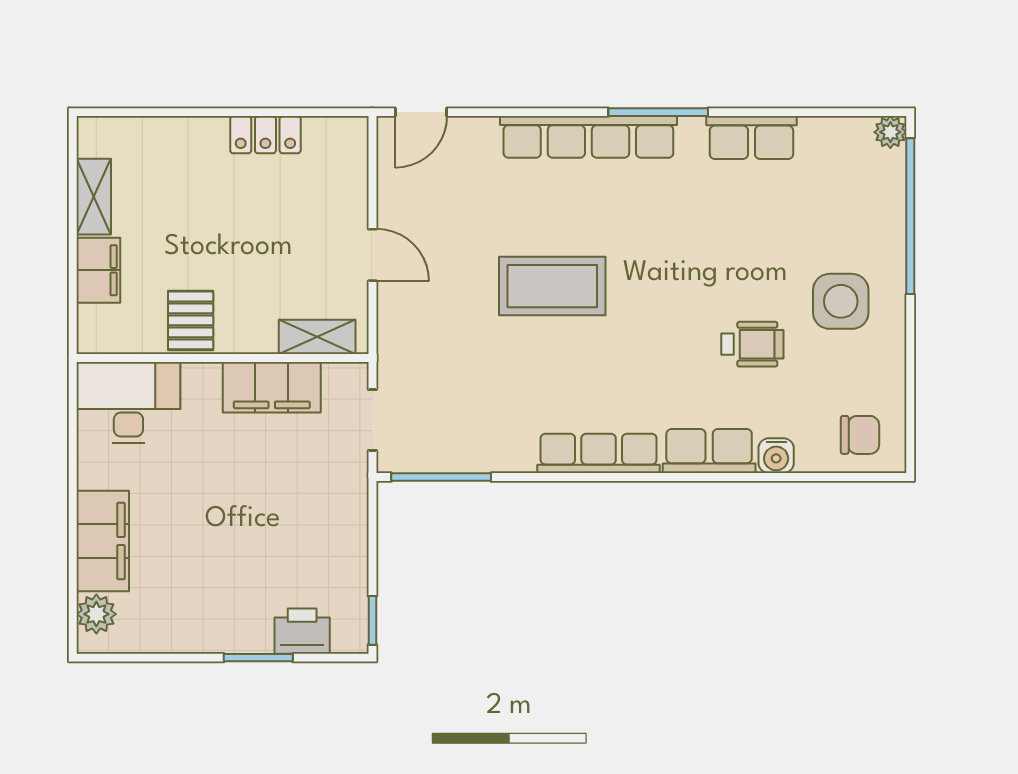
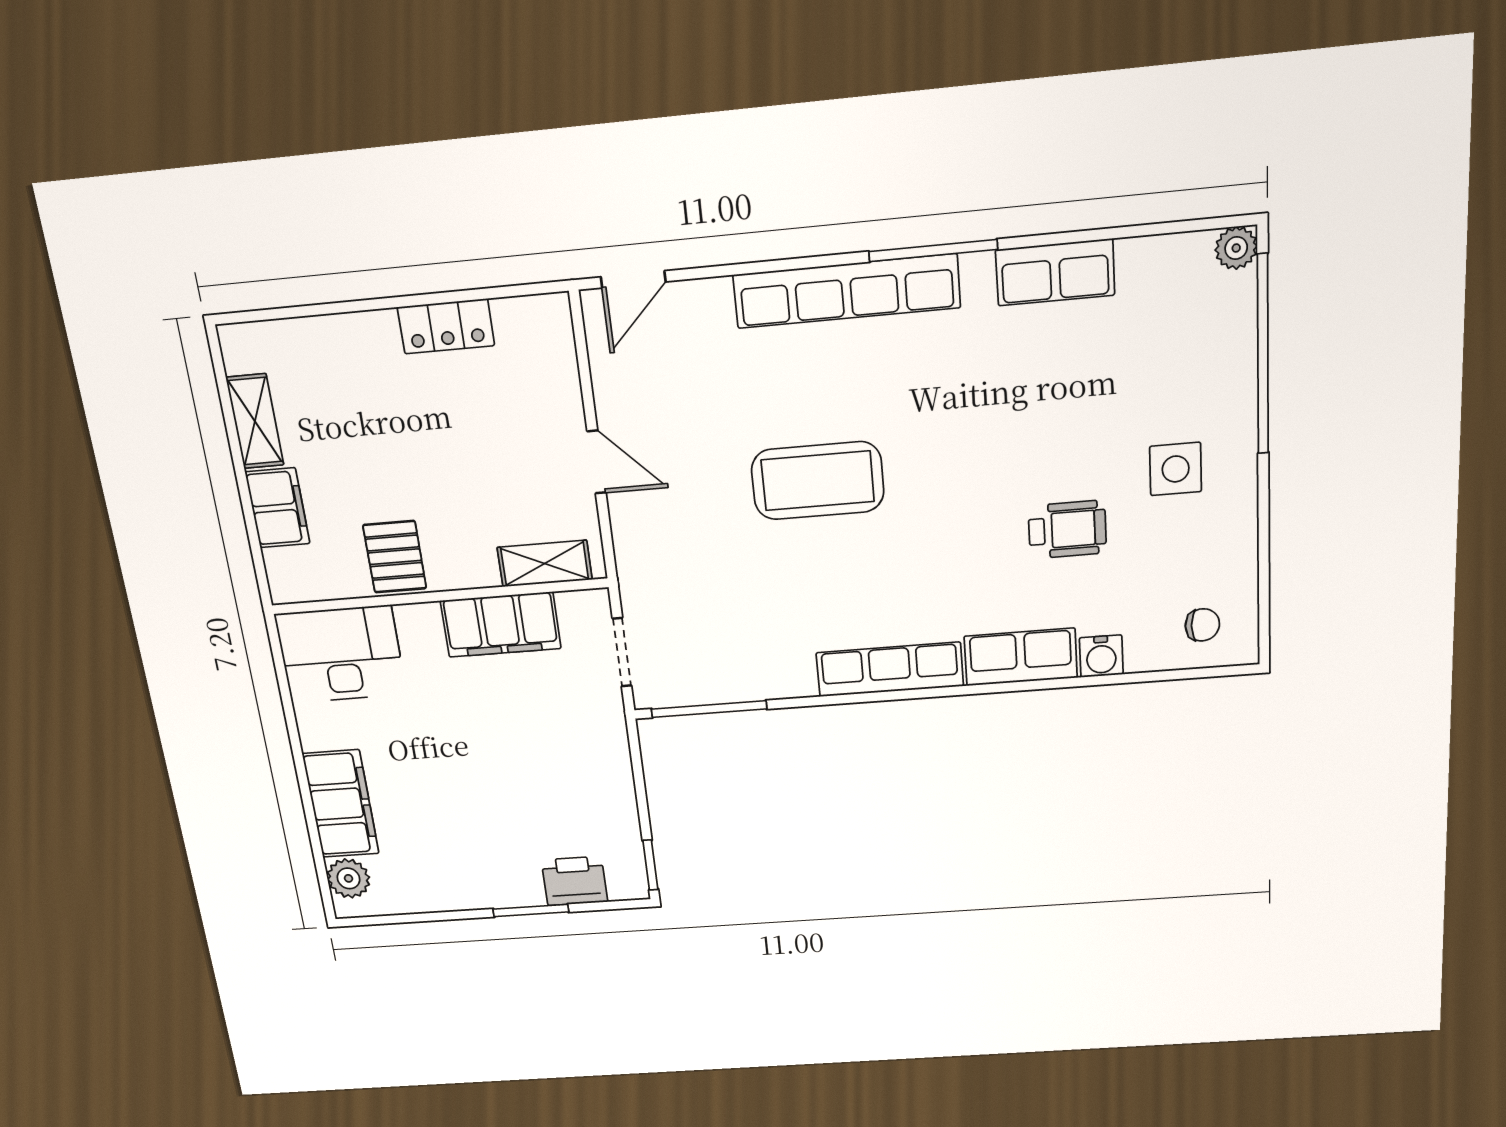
side table: (841, 301) -> (1176, 469), width x0.73, depth x0.73
chair: (860, 435) -> (1202, 625), width x0.73, depth x0.73

